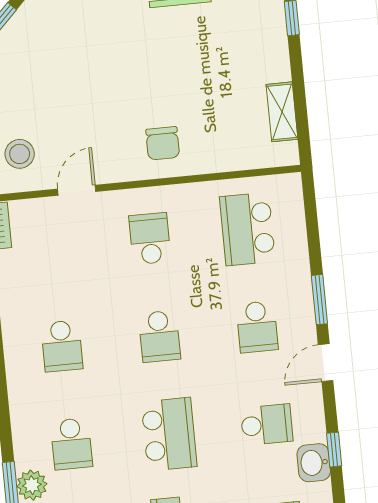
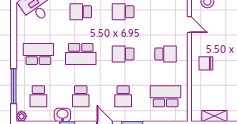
school desk: (257, 327) -> (123, 96), turned -90

